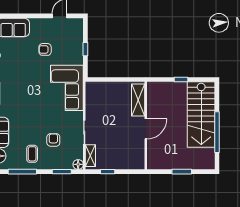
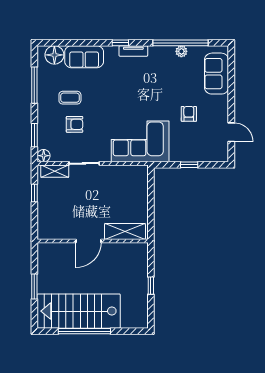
stairs: (201, 115) -> (79, 311), moved
door: (146, 129) -> (88, 241), hinge flipped
coffee table: (32, 154) -> (70, 98), moved

